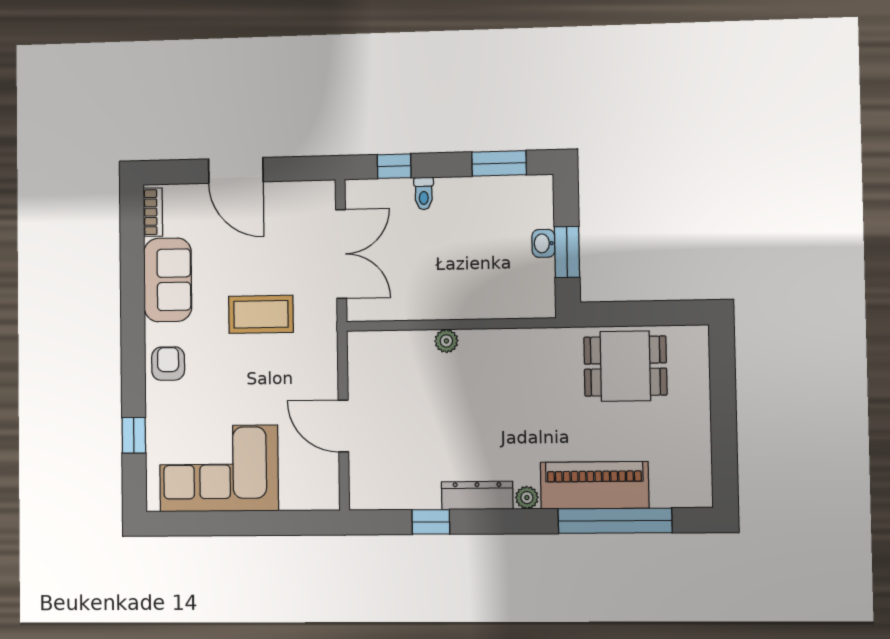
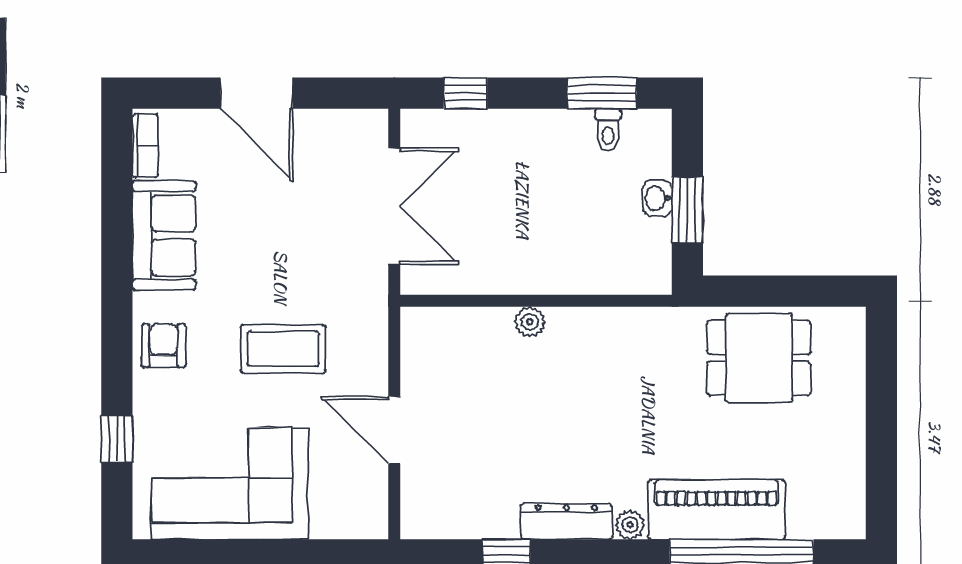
toilet: (424, 193) -> (608, 130), moved
coffee table: (261, 314) -> (283, 349), moved

